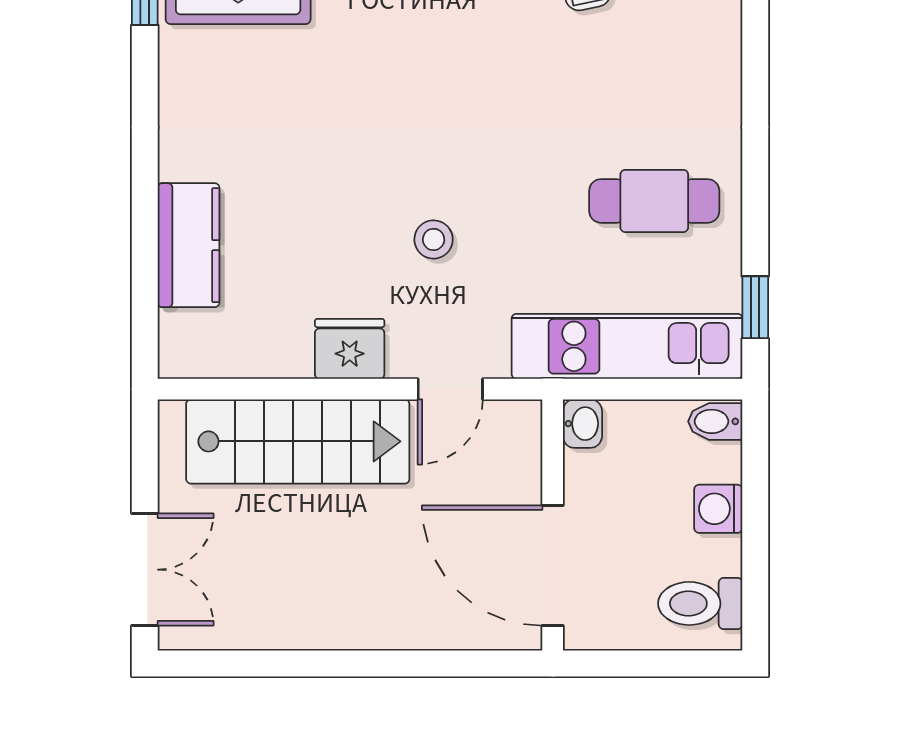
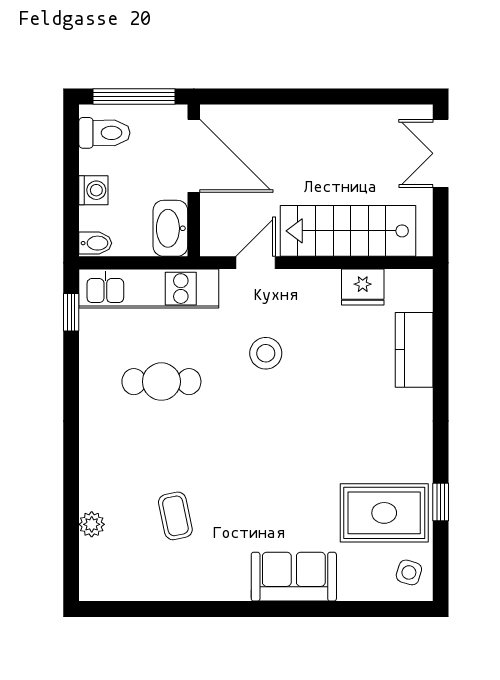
cafe table: (654, 201) -> (161, 382), moved
stool: (434, 239) -> (266, 353), width x1.37, depth x1.37
fridge: (350, 349) -> (363, 287), moved
washbasin: (582, 424) -> (170, 228), width x1.91, depth x1.45
window: (651, 664) -> (134, 96), added

